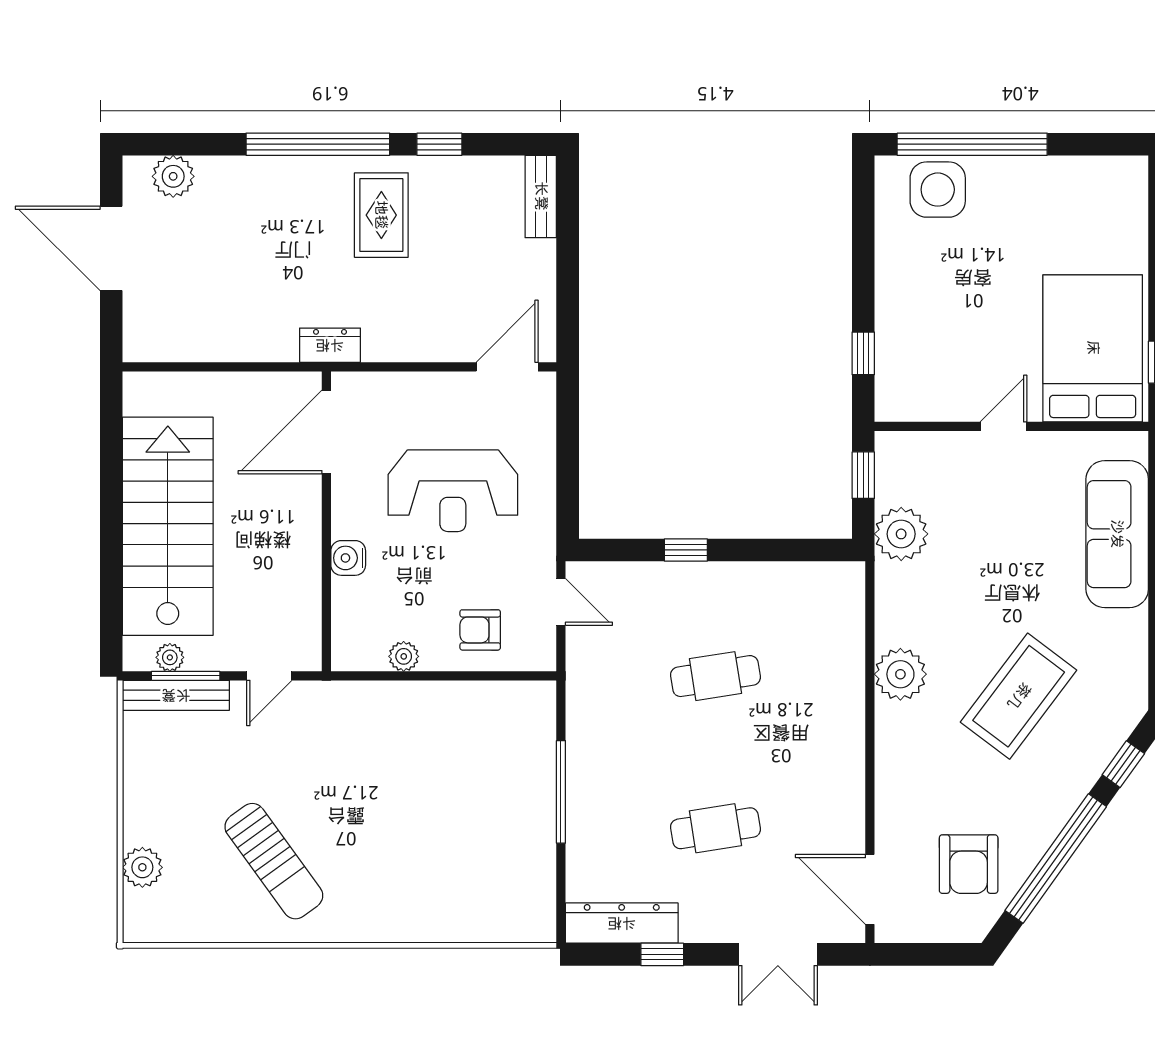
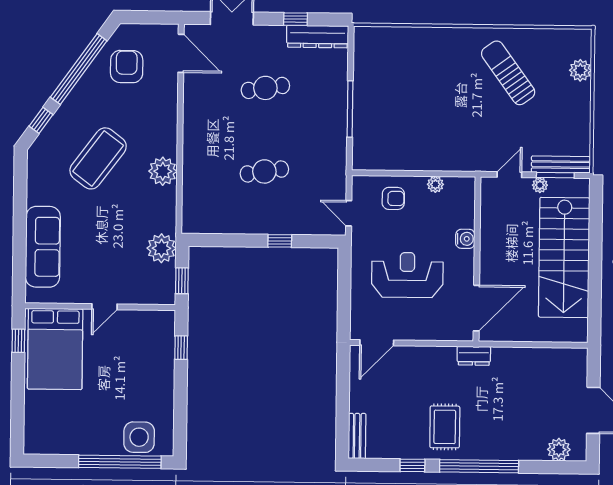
plant: (170, 657) -> (540, 185), moved

